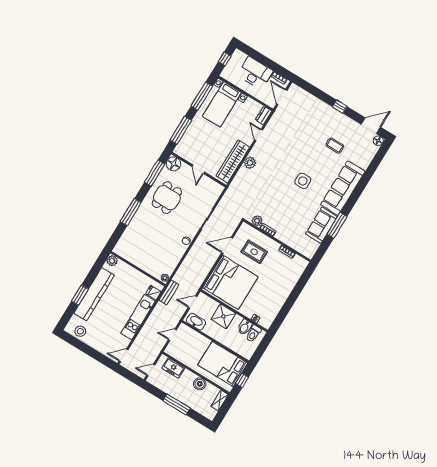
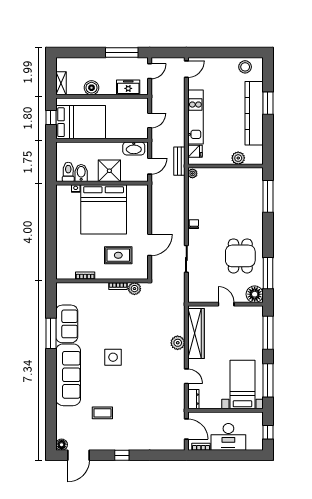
window: (131, 212) -> (268, 196), moved
plant: (112, 261) -> (238, 158), moved
bed: (230, 282) -> (104, 209), moved, turned -90
window: (177, 404) -> (122, 53), moved

